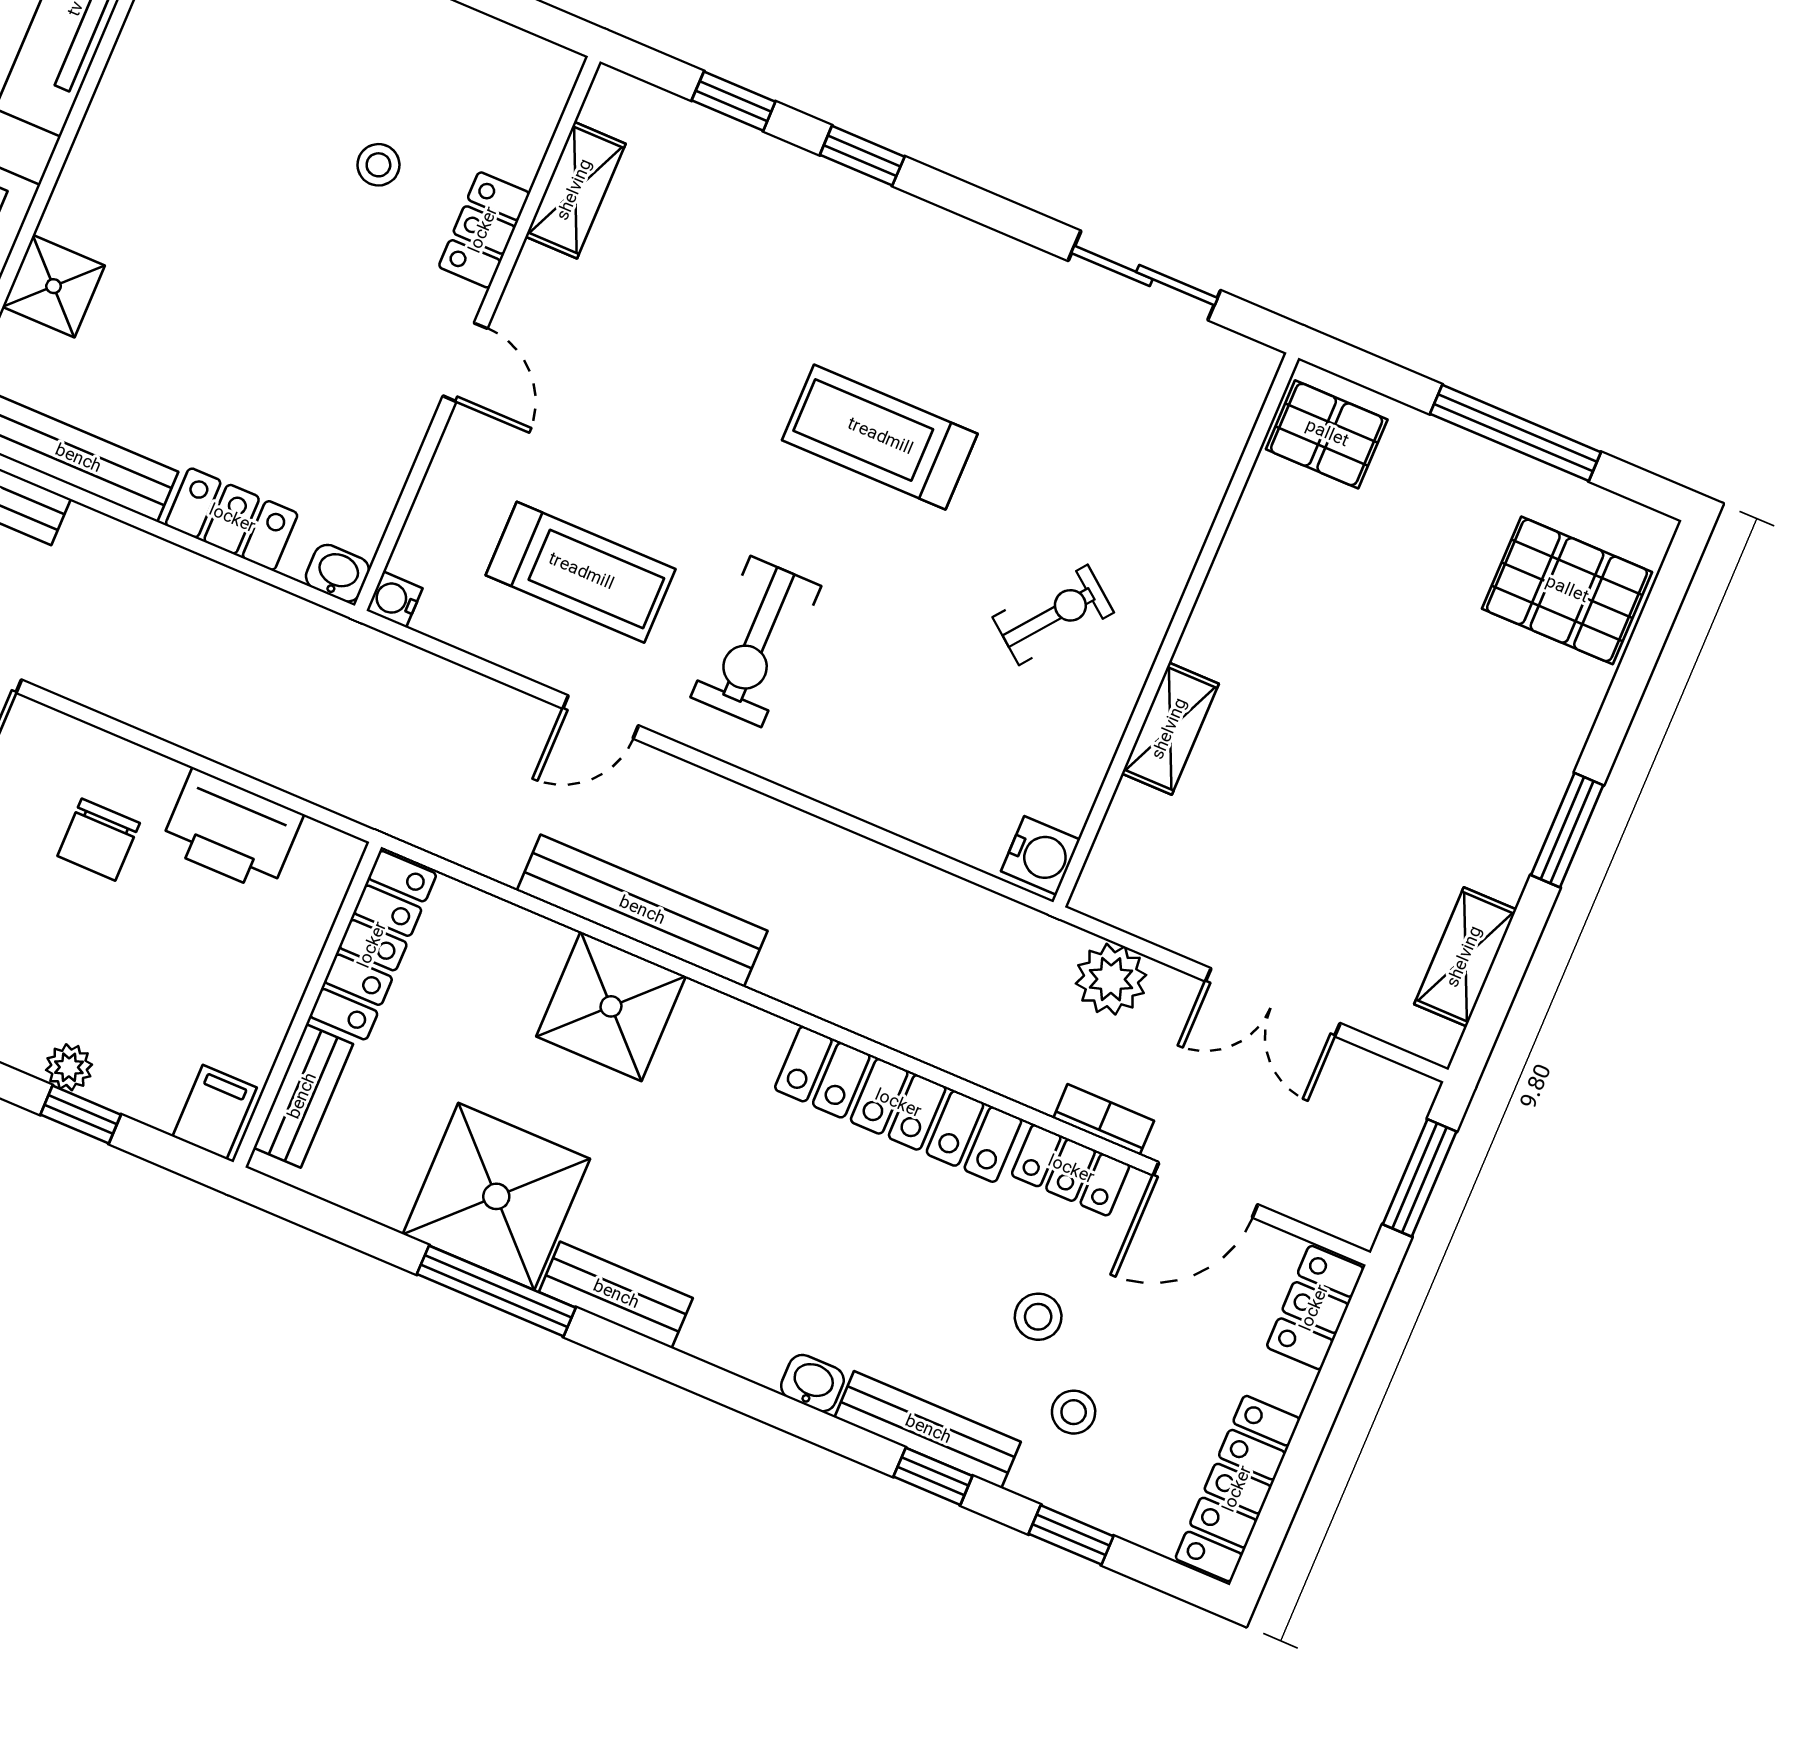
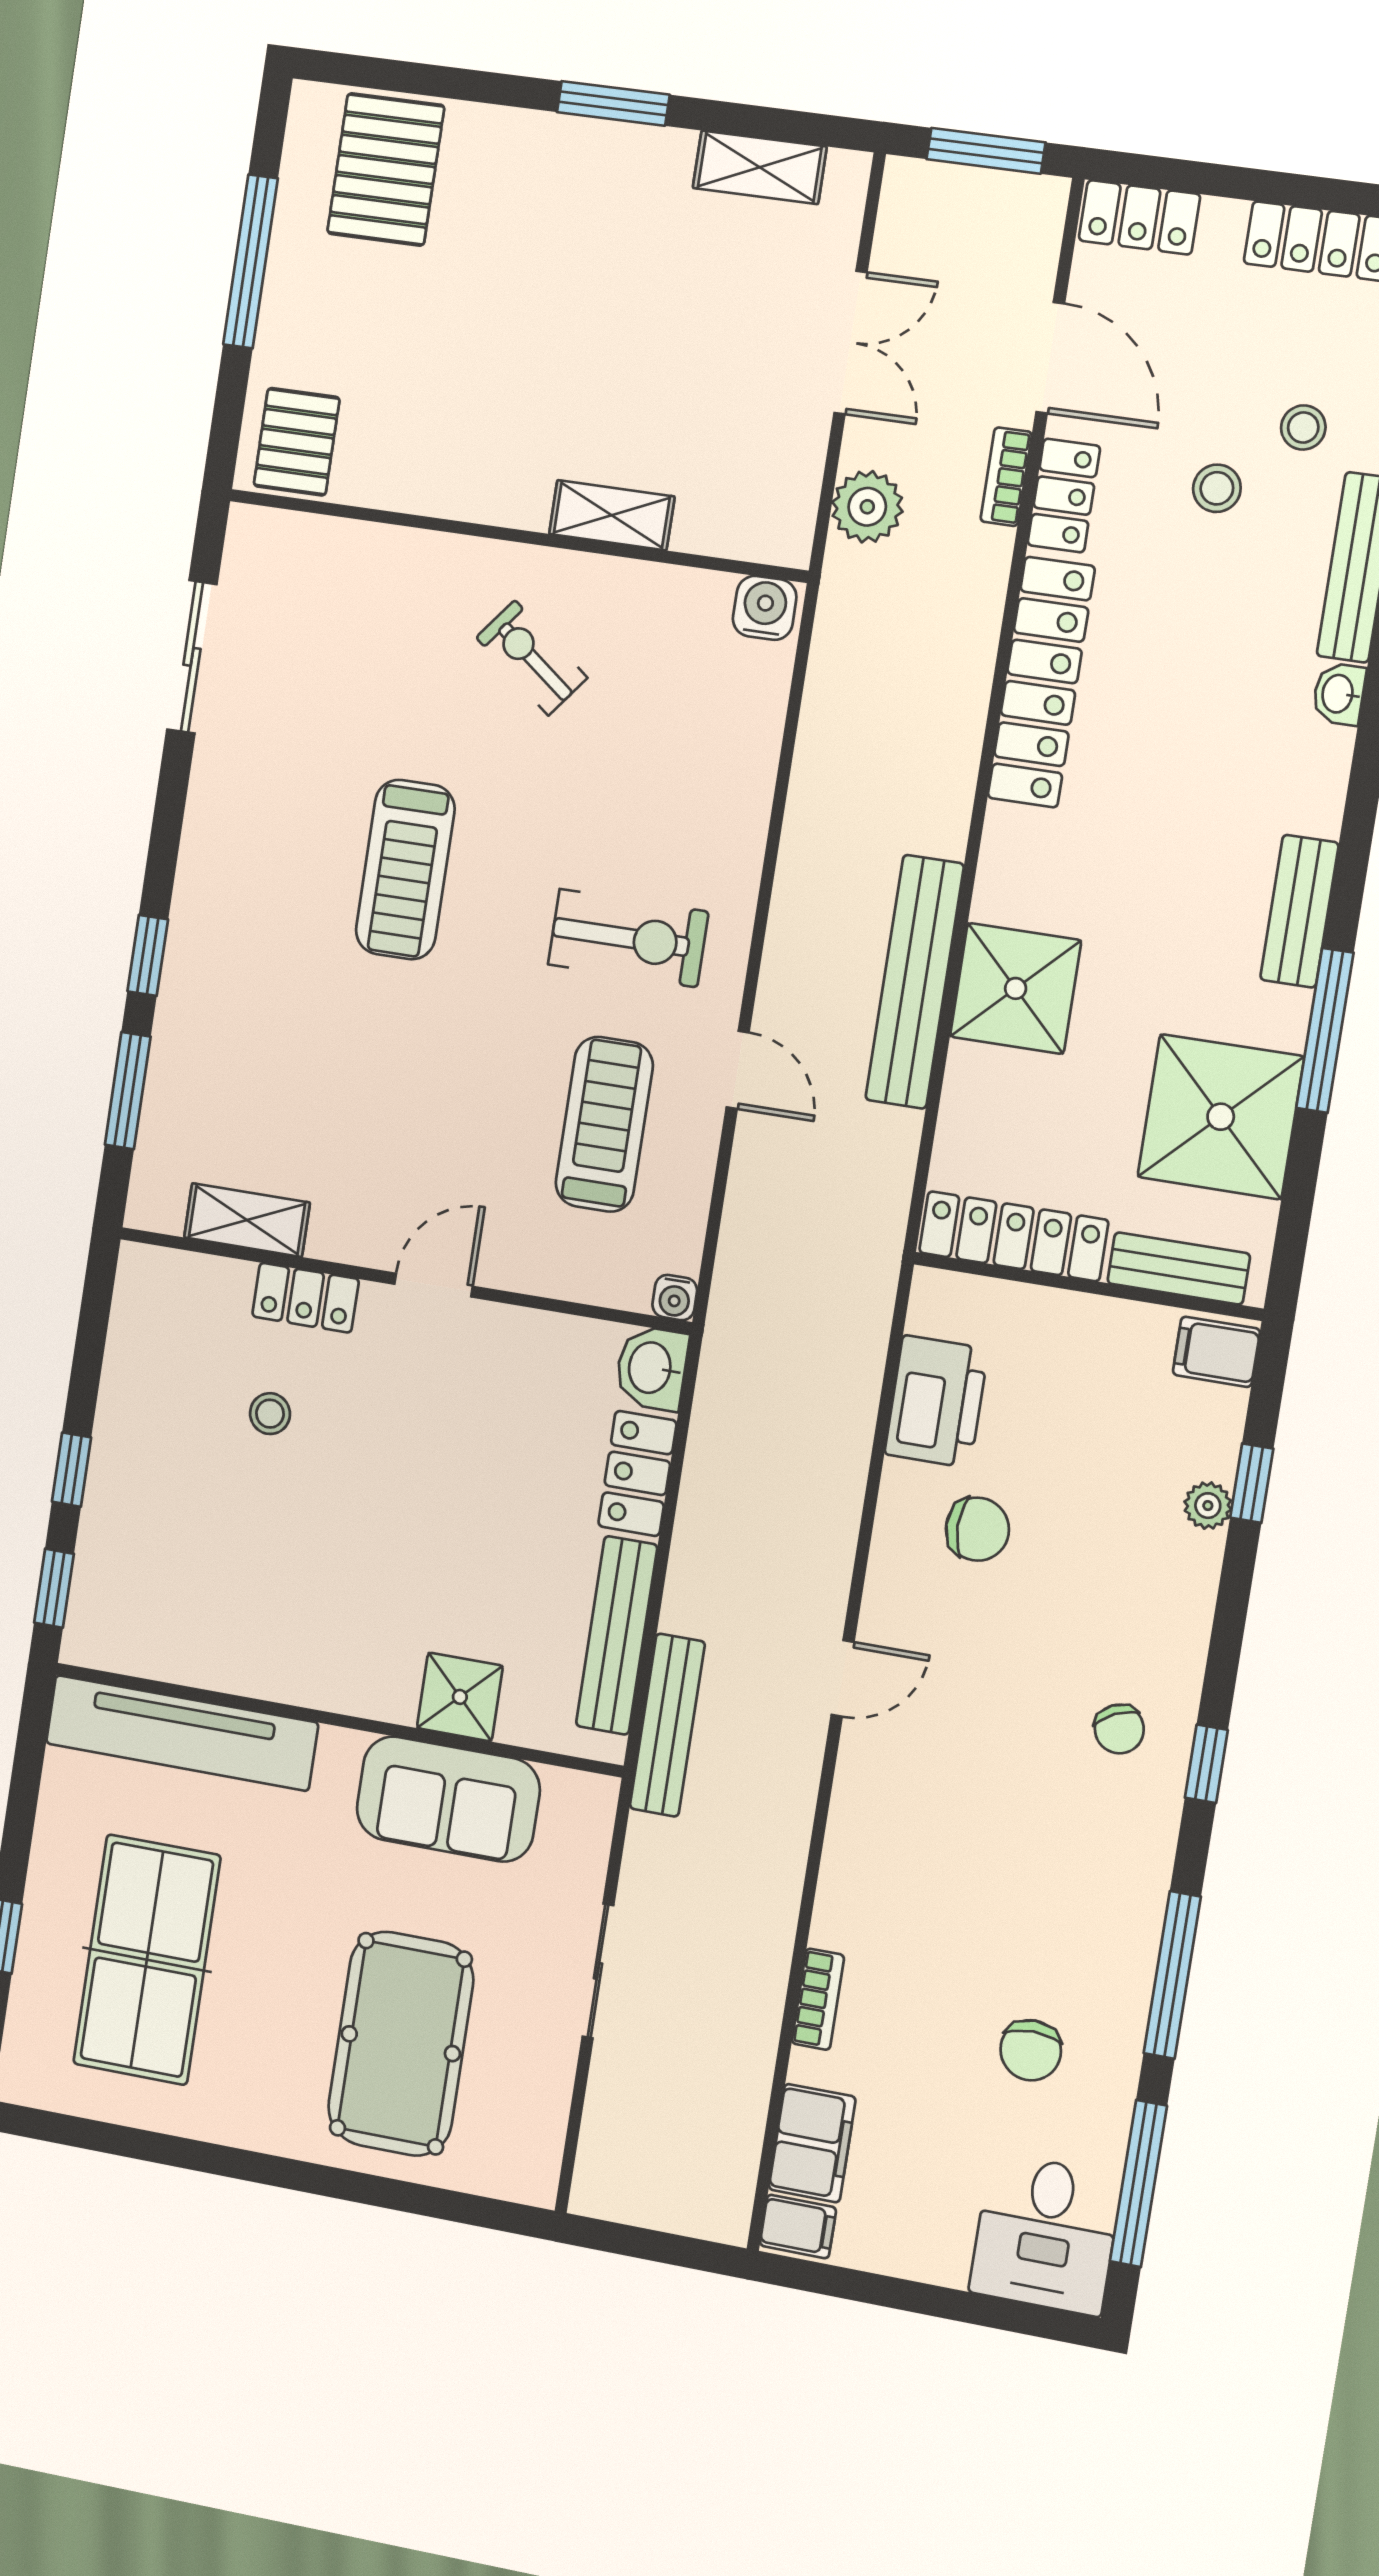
window: (734, 101) -> (128, 1091), width x1.50
washbasin: (337, 573) -> (652, 1368), width x1.38, depth x1.45
shower: (496, 1196) -> (1221, 1117), moved

